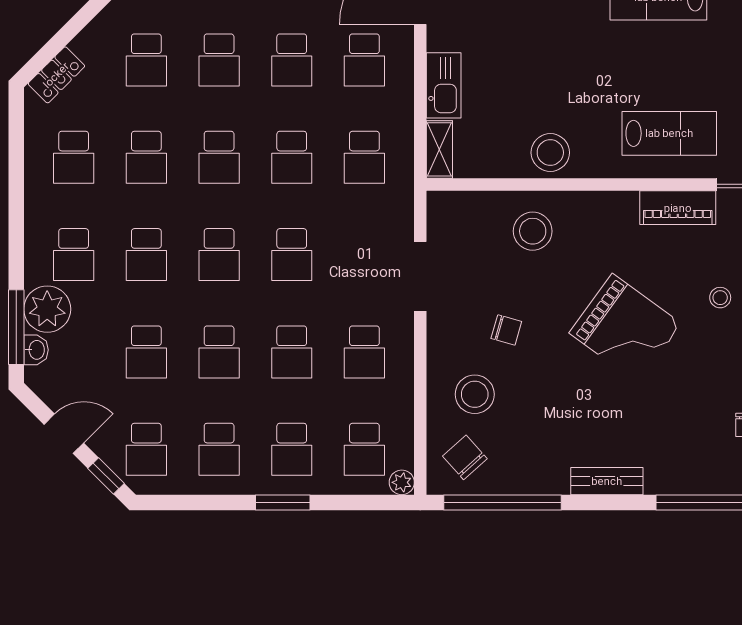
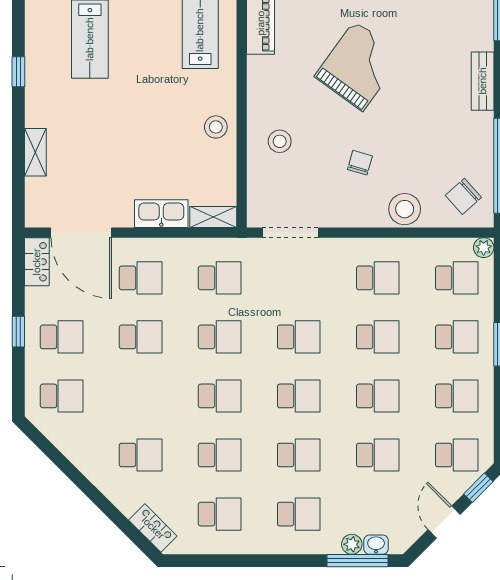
school desk: (219, 60) -> (141, 396), removed
stool: (550, 153) -> (216, 127), width x0.73, depth x0.73
stool: (533, 231) -> (280, 141), width x0.73, depth x0.73
doorway: (420, 276) -> (290, 233), moved
plant: (47, 309) -> (352, 544), width x0.53, depth x0.53
stool: (475, 394) -> (405, 209), moved

